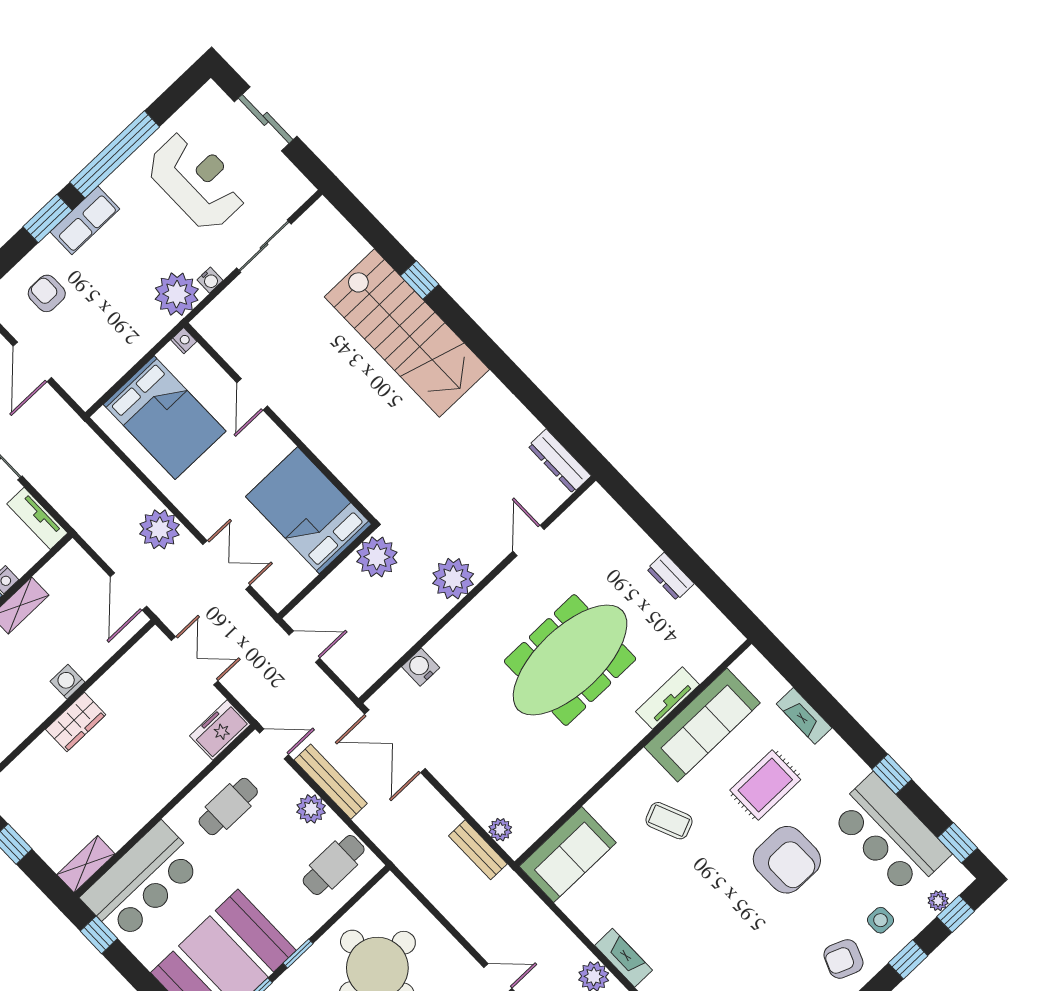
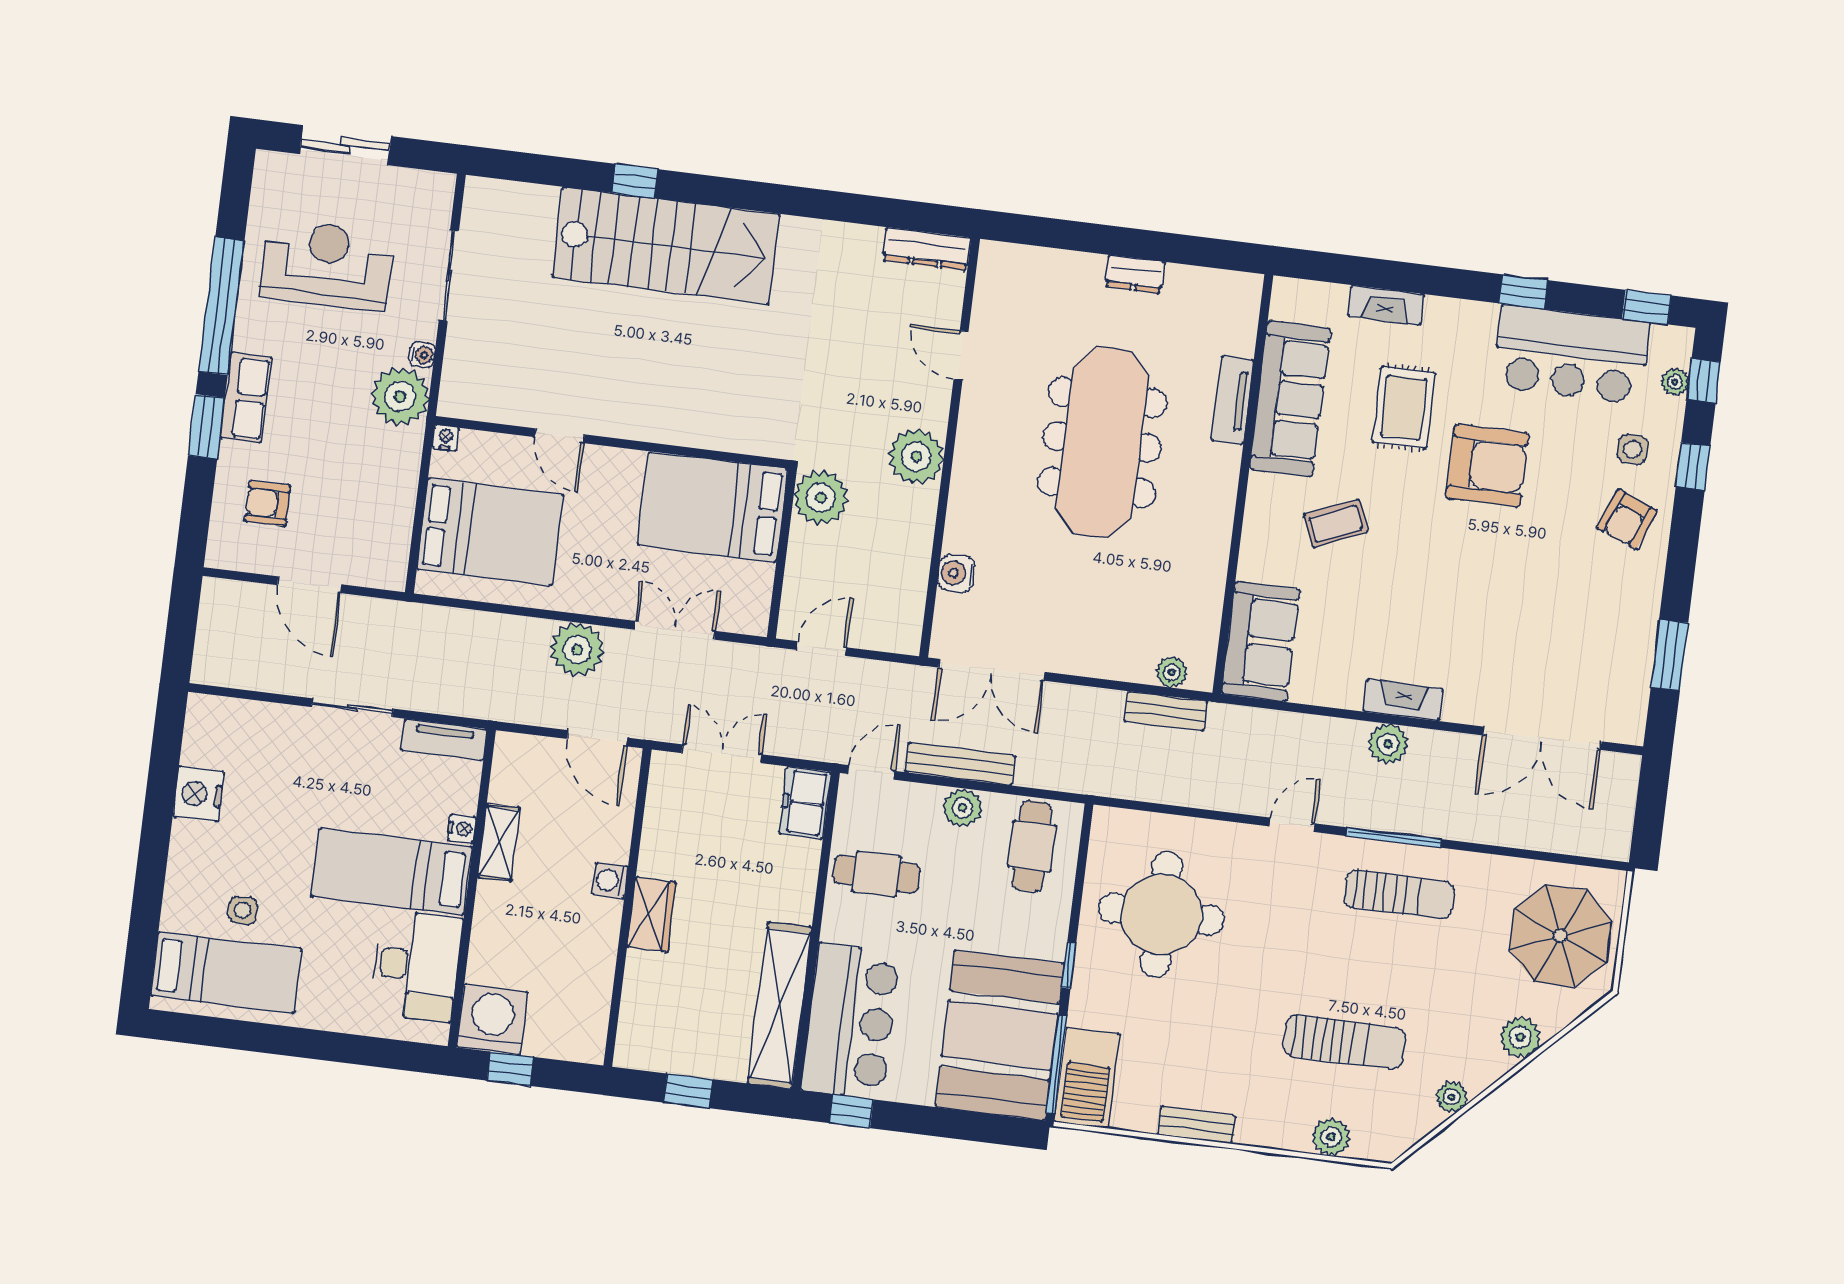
cafe table: (228, 807) -> (876, 874), turned 90
shelving: (86, 864) -> (780, 1005), width x2.20, depth x1.33

